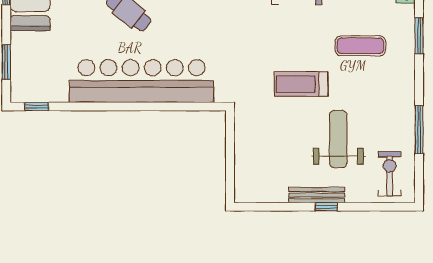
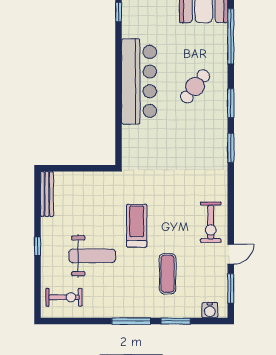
bar counter: (142, 81) -> (139, 81), width x0.73
window: (419, 129) -> (131, 321), moved
bench: (317, 195) -> (47, 194), moved

